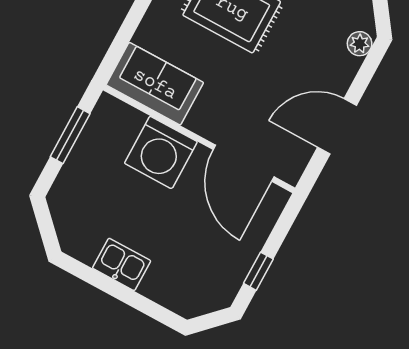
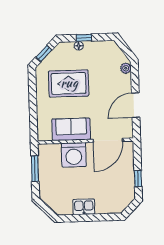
sofa: (155, 84) -> (71, 129), moved
door: (244, 163) -> (108, 140), hinge flipped

